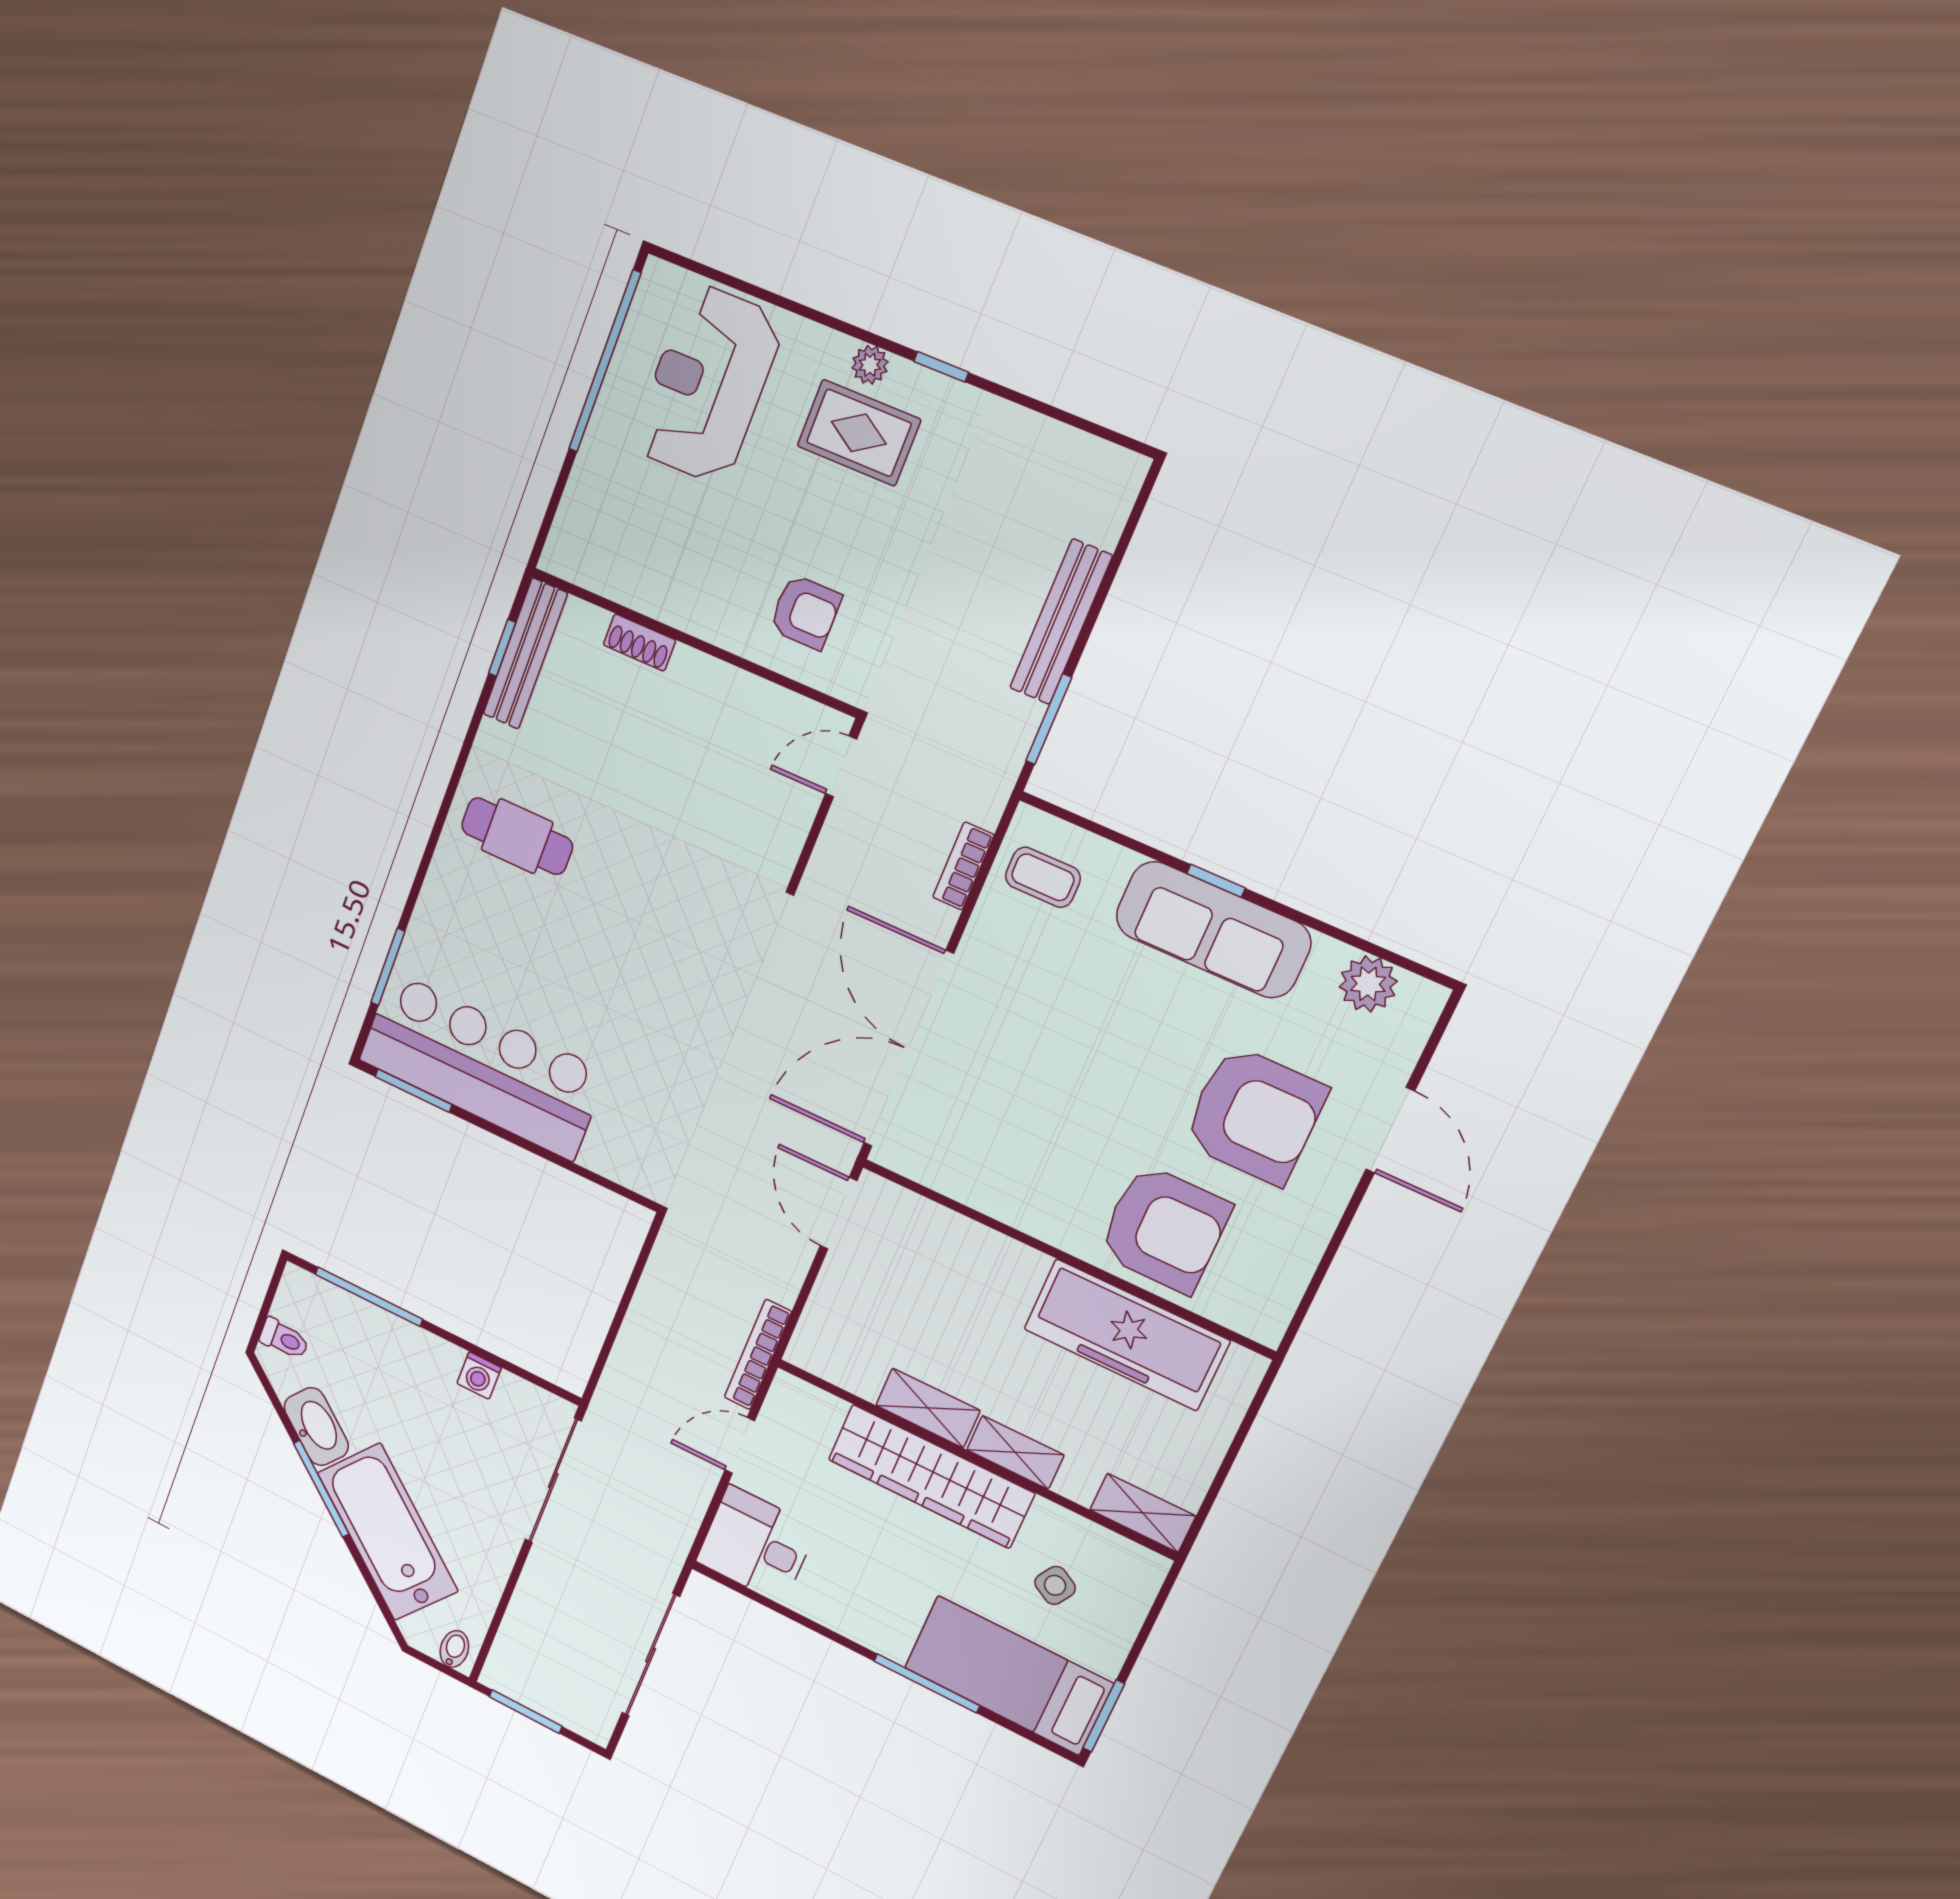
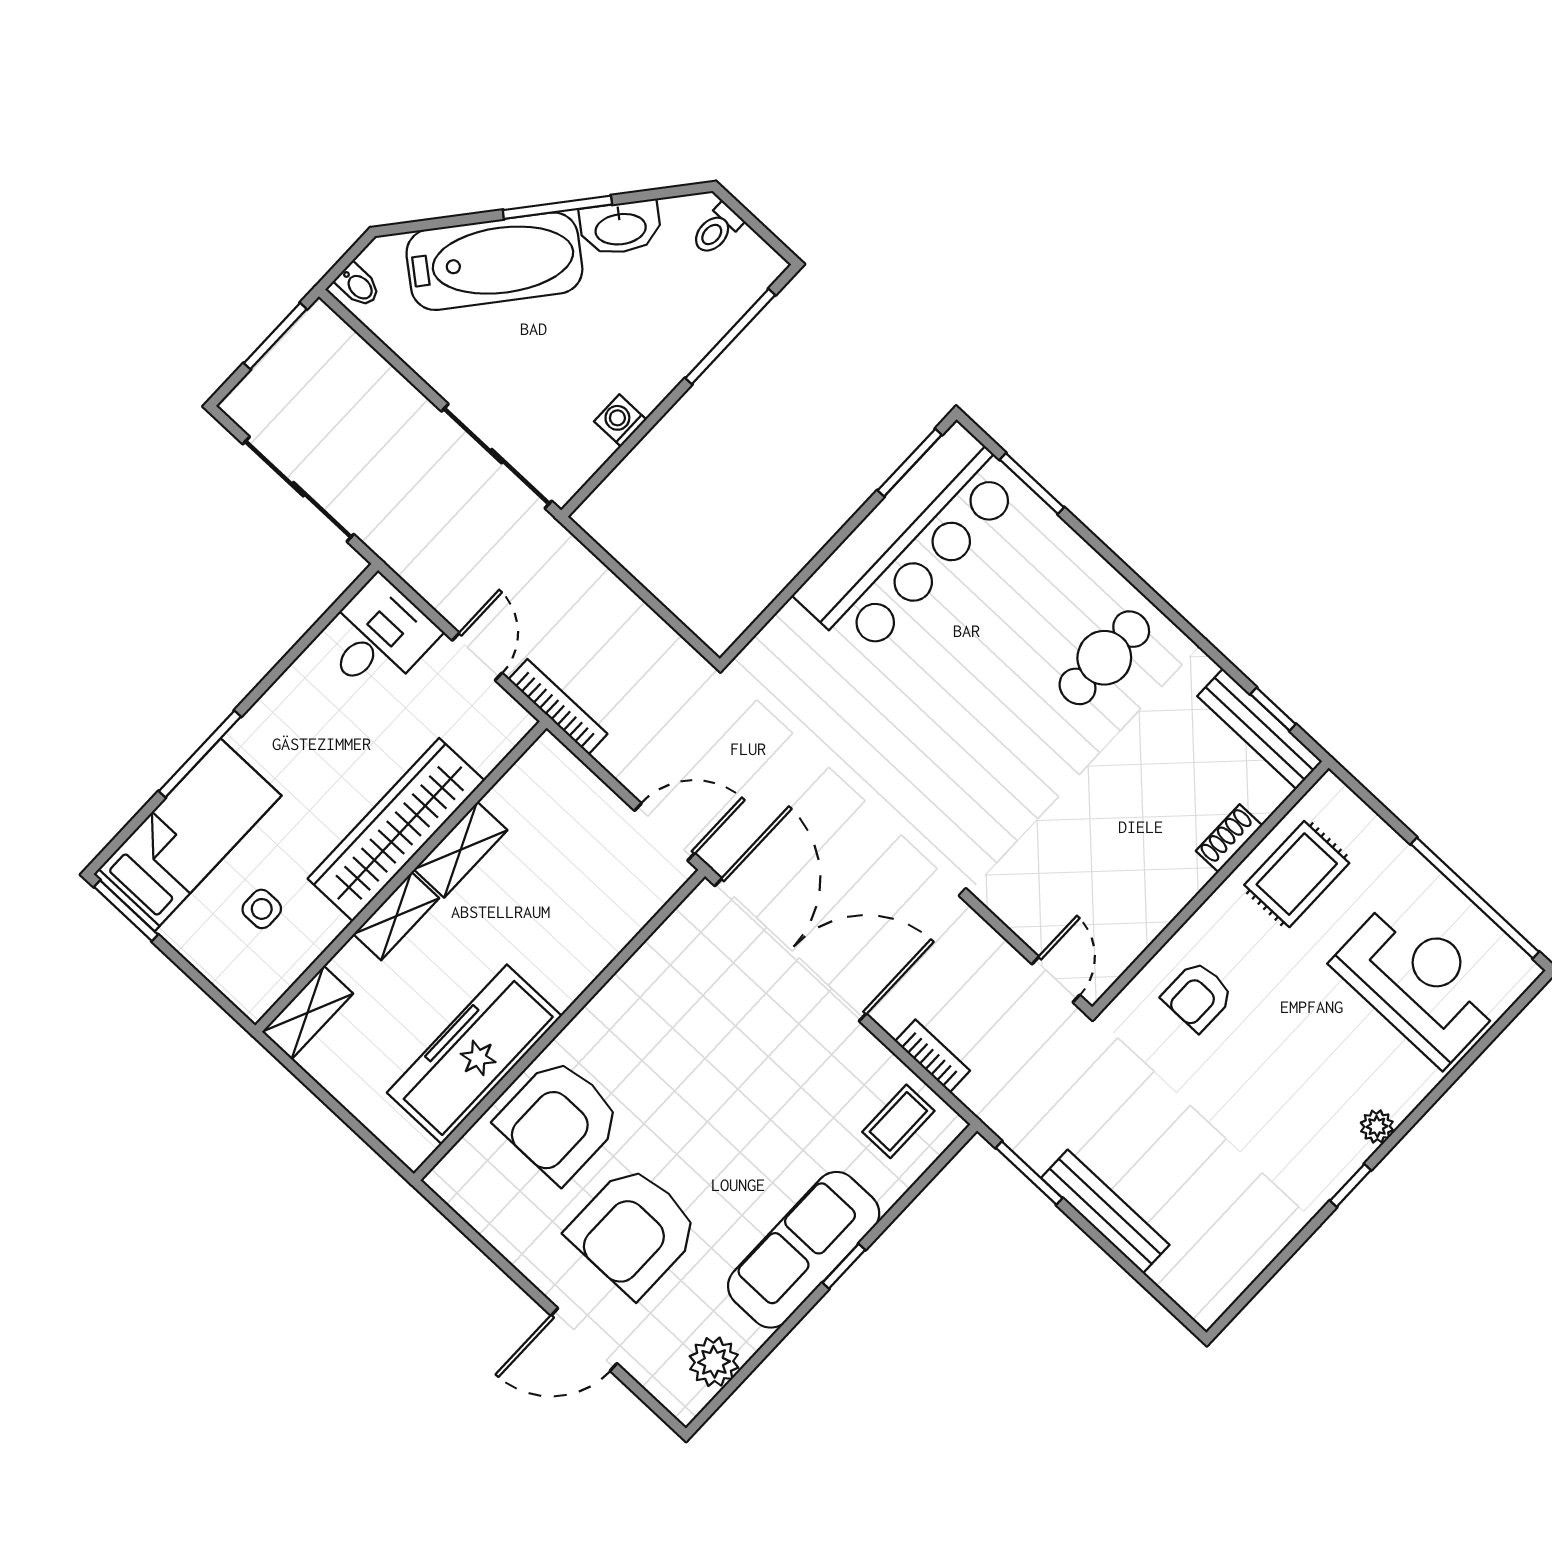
rug: (859, 433) -> (1297, 874), moved
side table: (1055, 1585) -> (262, 909), turned -30

